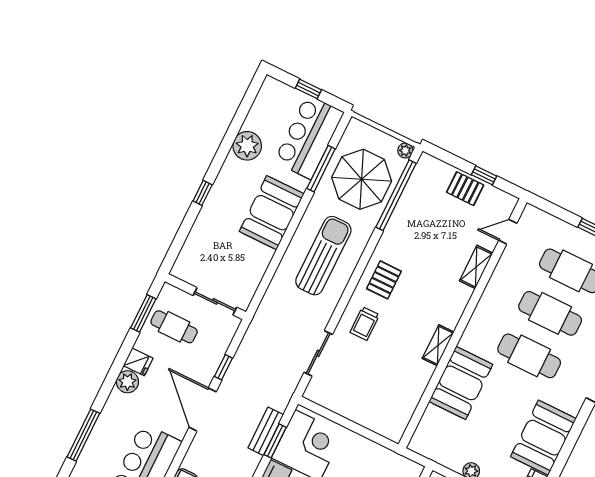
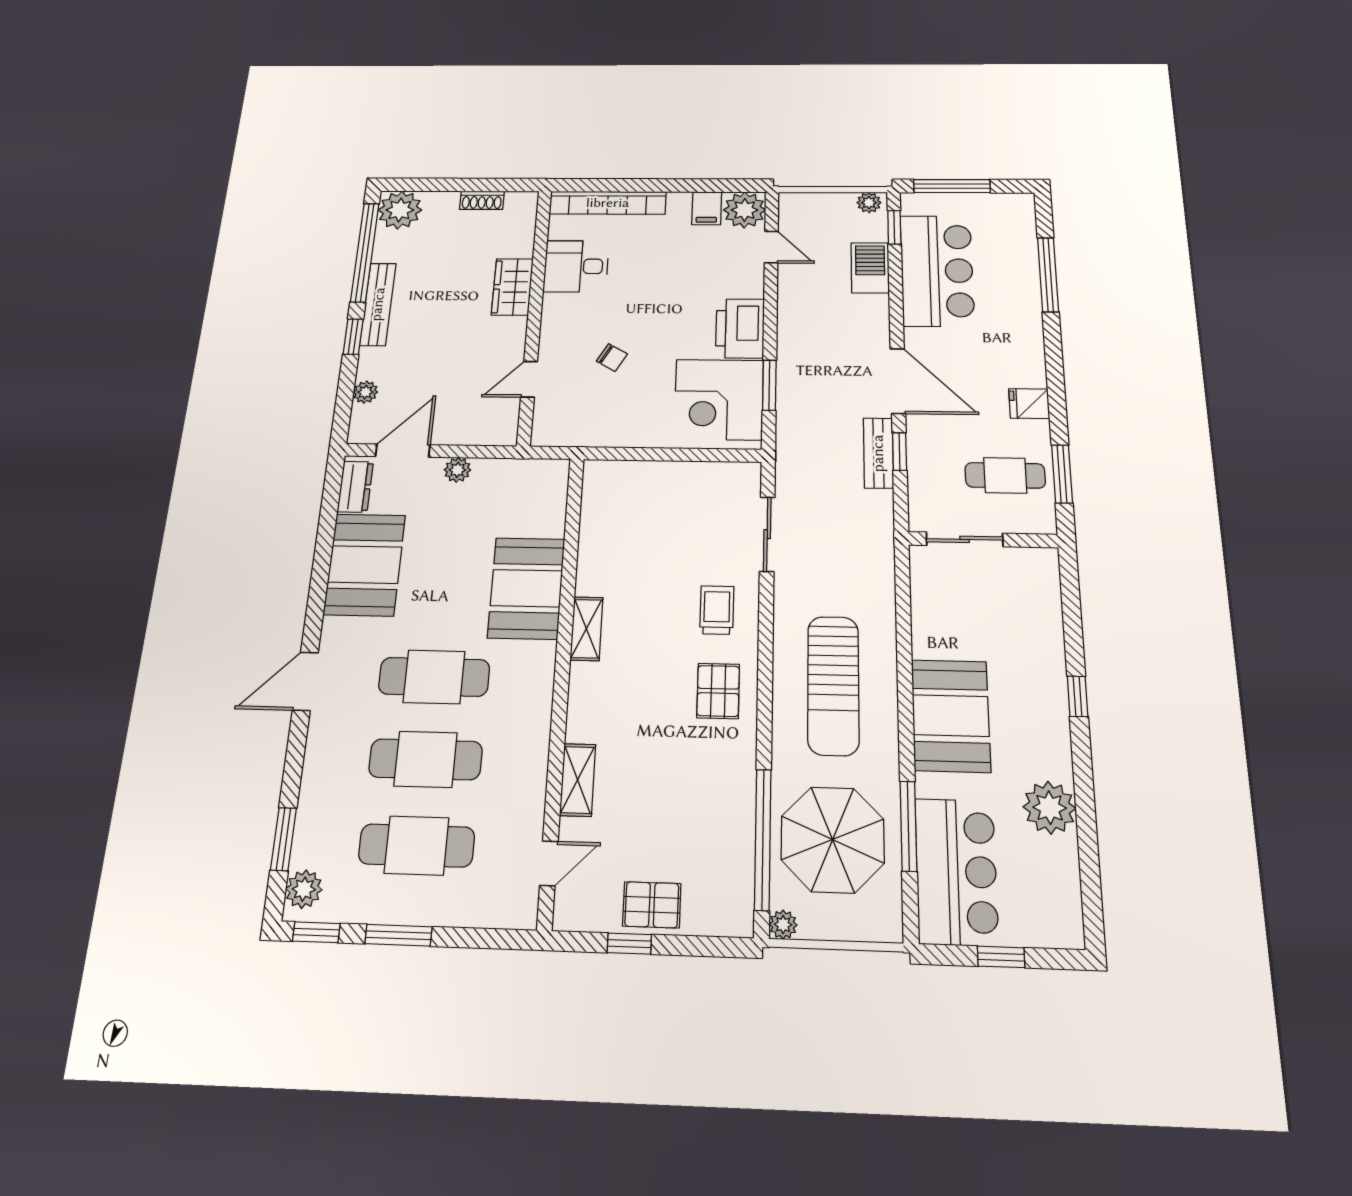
plant: (127, 382) -> (1028, 370), removed
bench: (266, 431) -> (878, 453), moved

